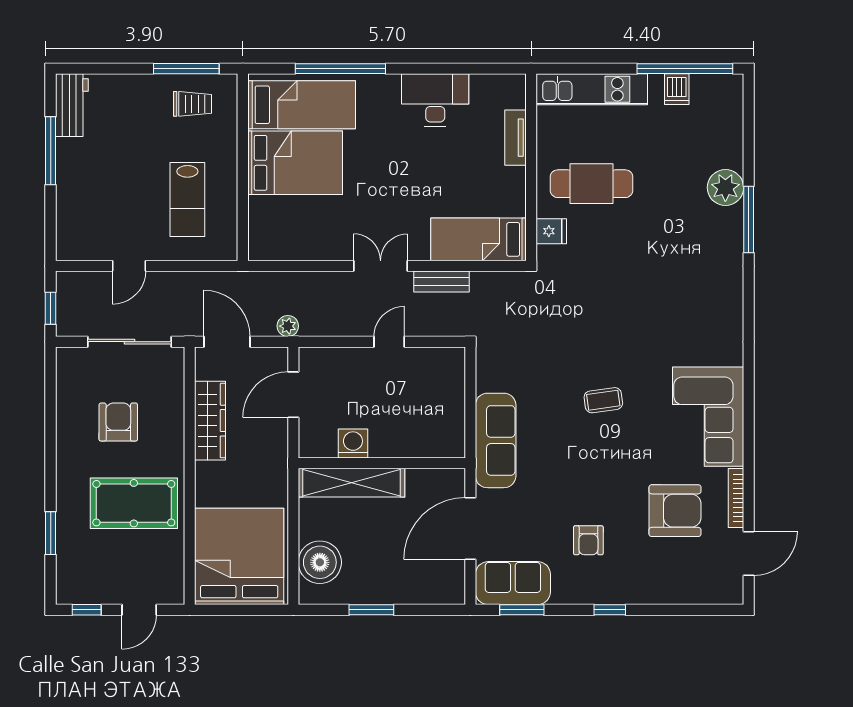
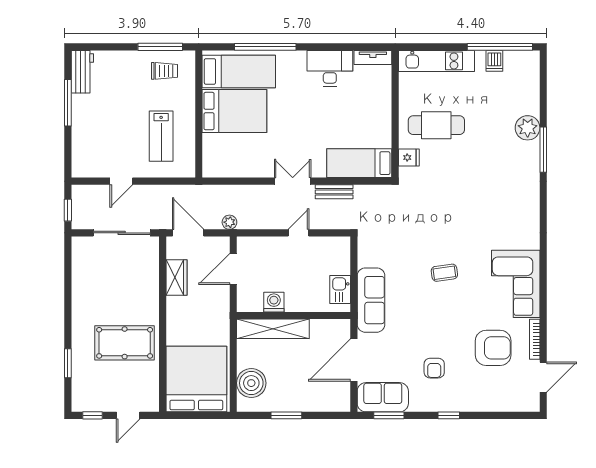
tv unit: (515, 138) -> (373, 57), moved, turned -90
wardrobe: (210, 421) -> (176, 278), width x0.67
armchair: (118, 422) -> (114, 288), removed
kitchen sink: (450, 425) -> (340, 290), added

